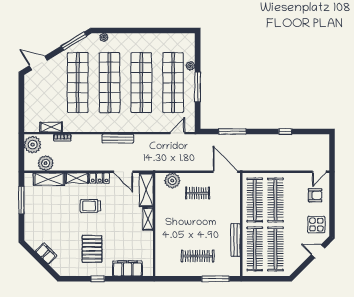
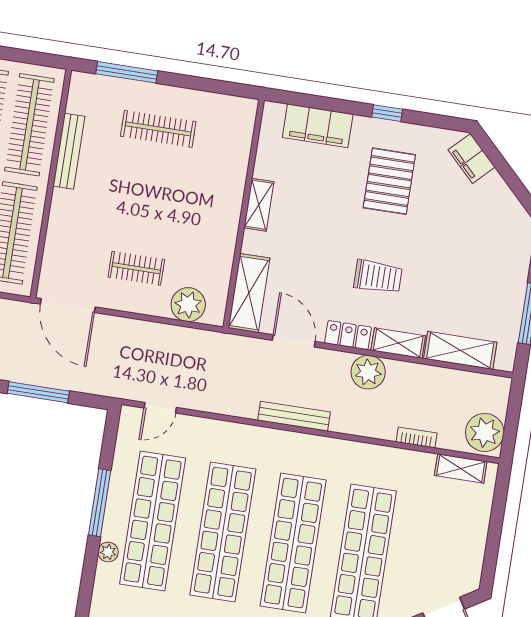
shelving: (51, 127) -> (461, 468), moved
plant: (46, 163) -> (368, 372), moved
shelving: (148, 219) -> (259, 205), moved
filing cabinet: (46, 254) -> (472, 158), moved

